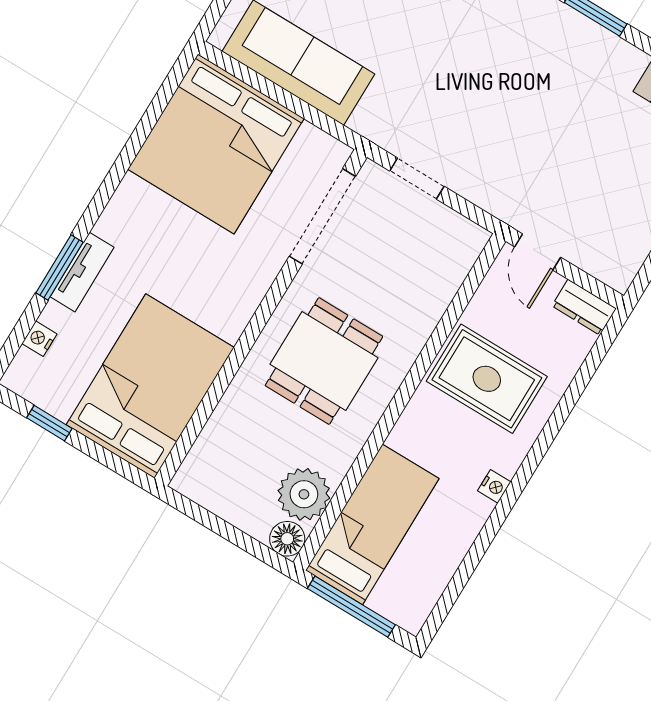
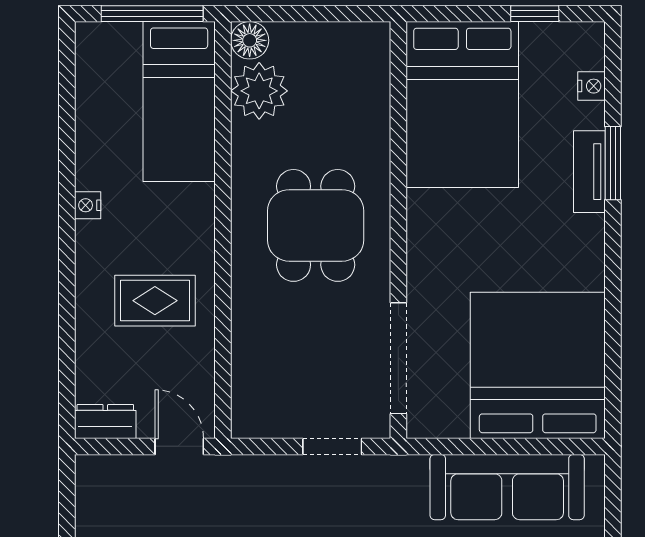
rug: (487, 379) -> (155, 301), width x0.73, depth x0.70

